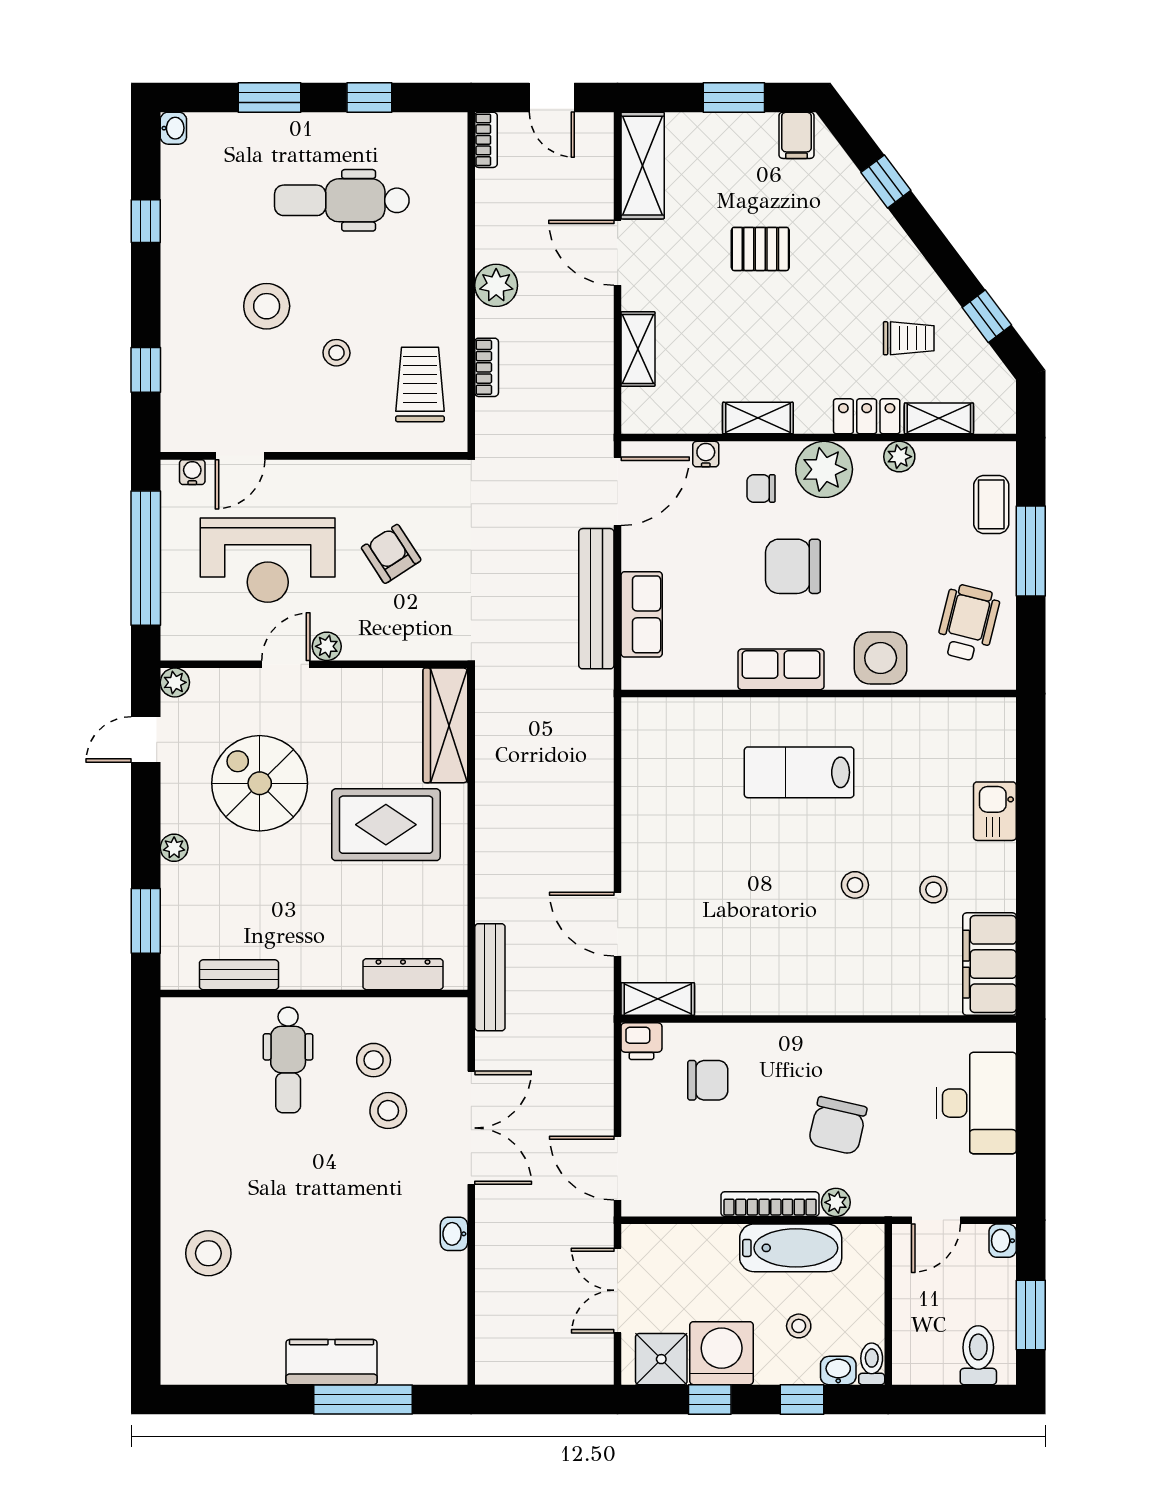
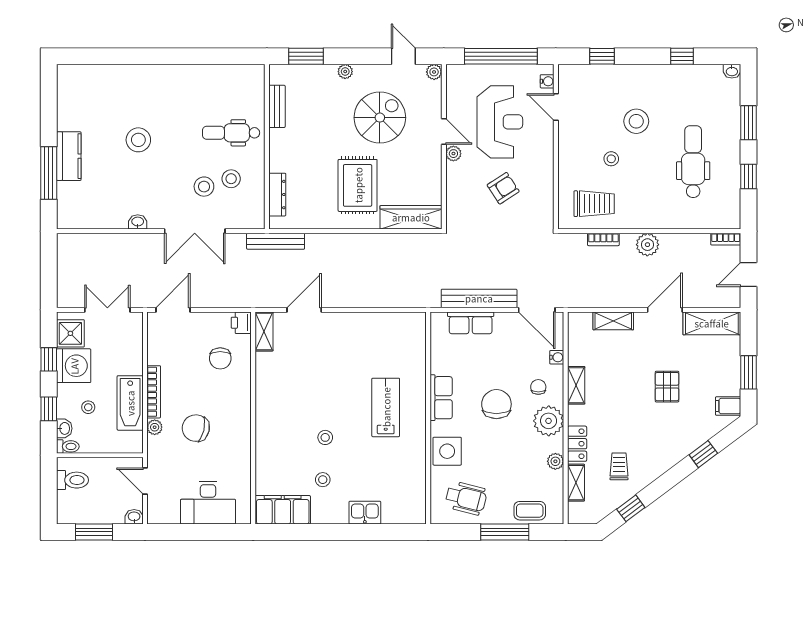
trolley: (909, 338) -> (619, 466), turned 180
reception desk: (268, 560) -> (500, 122), turned 180
stool: (208, 1253) -> (138, 140), moved
toilet: (978, 1355) -> (72, 480), moved

